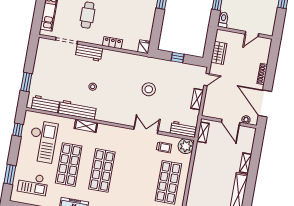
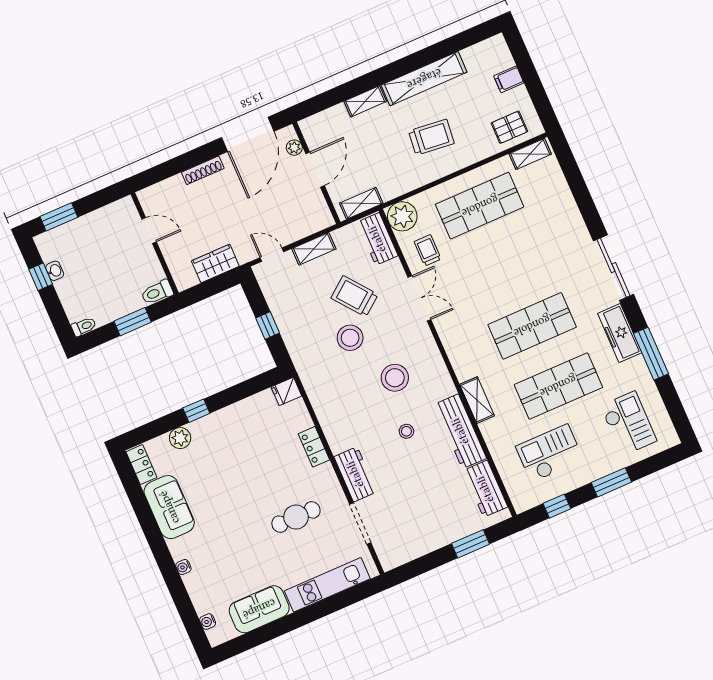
stool: (119, 97) -> (395, 378), added
trolley: (165, 103) -> (354, 296), added
double door: (146, 130) -> (419, 298), swing flipped
checkout: (43, 142) -> (550, 453), width x0.73, depth x0.83
window: (10, 174) -> (611, 482), moved
trolley: (211, 181) -> (431, 137), added

